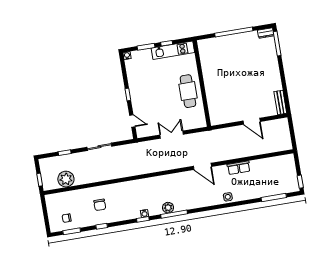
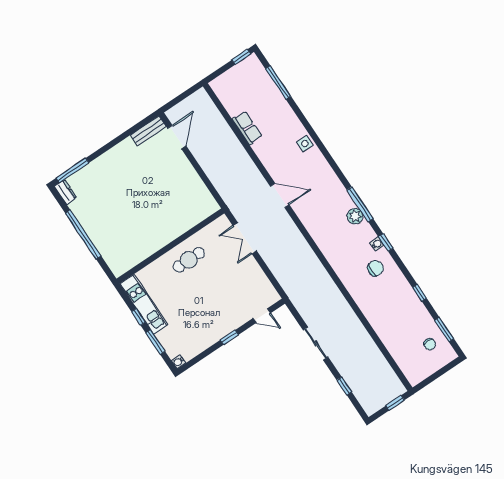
cafe table: (188, 91) -> (189, 260), width x0.73, depth x0.74
door: (132, 121) -> (262, 316), swing flipped
door: (252, 121) -> (177, 137), moved
double door: (172, 135) -> (245, 238), moved
door: (202, 166) -> (280, 196), hinge flipped
row of seats: (239, 168) -> (247, 128), moved
plant: (66, 179) -> (379, 369), removed
chair: (100, 205) -> (375, 268), moved

